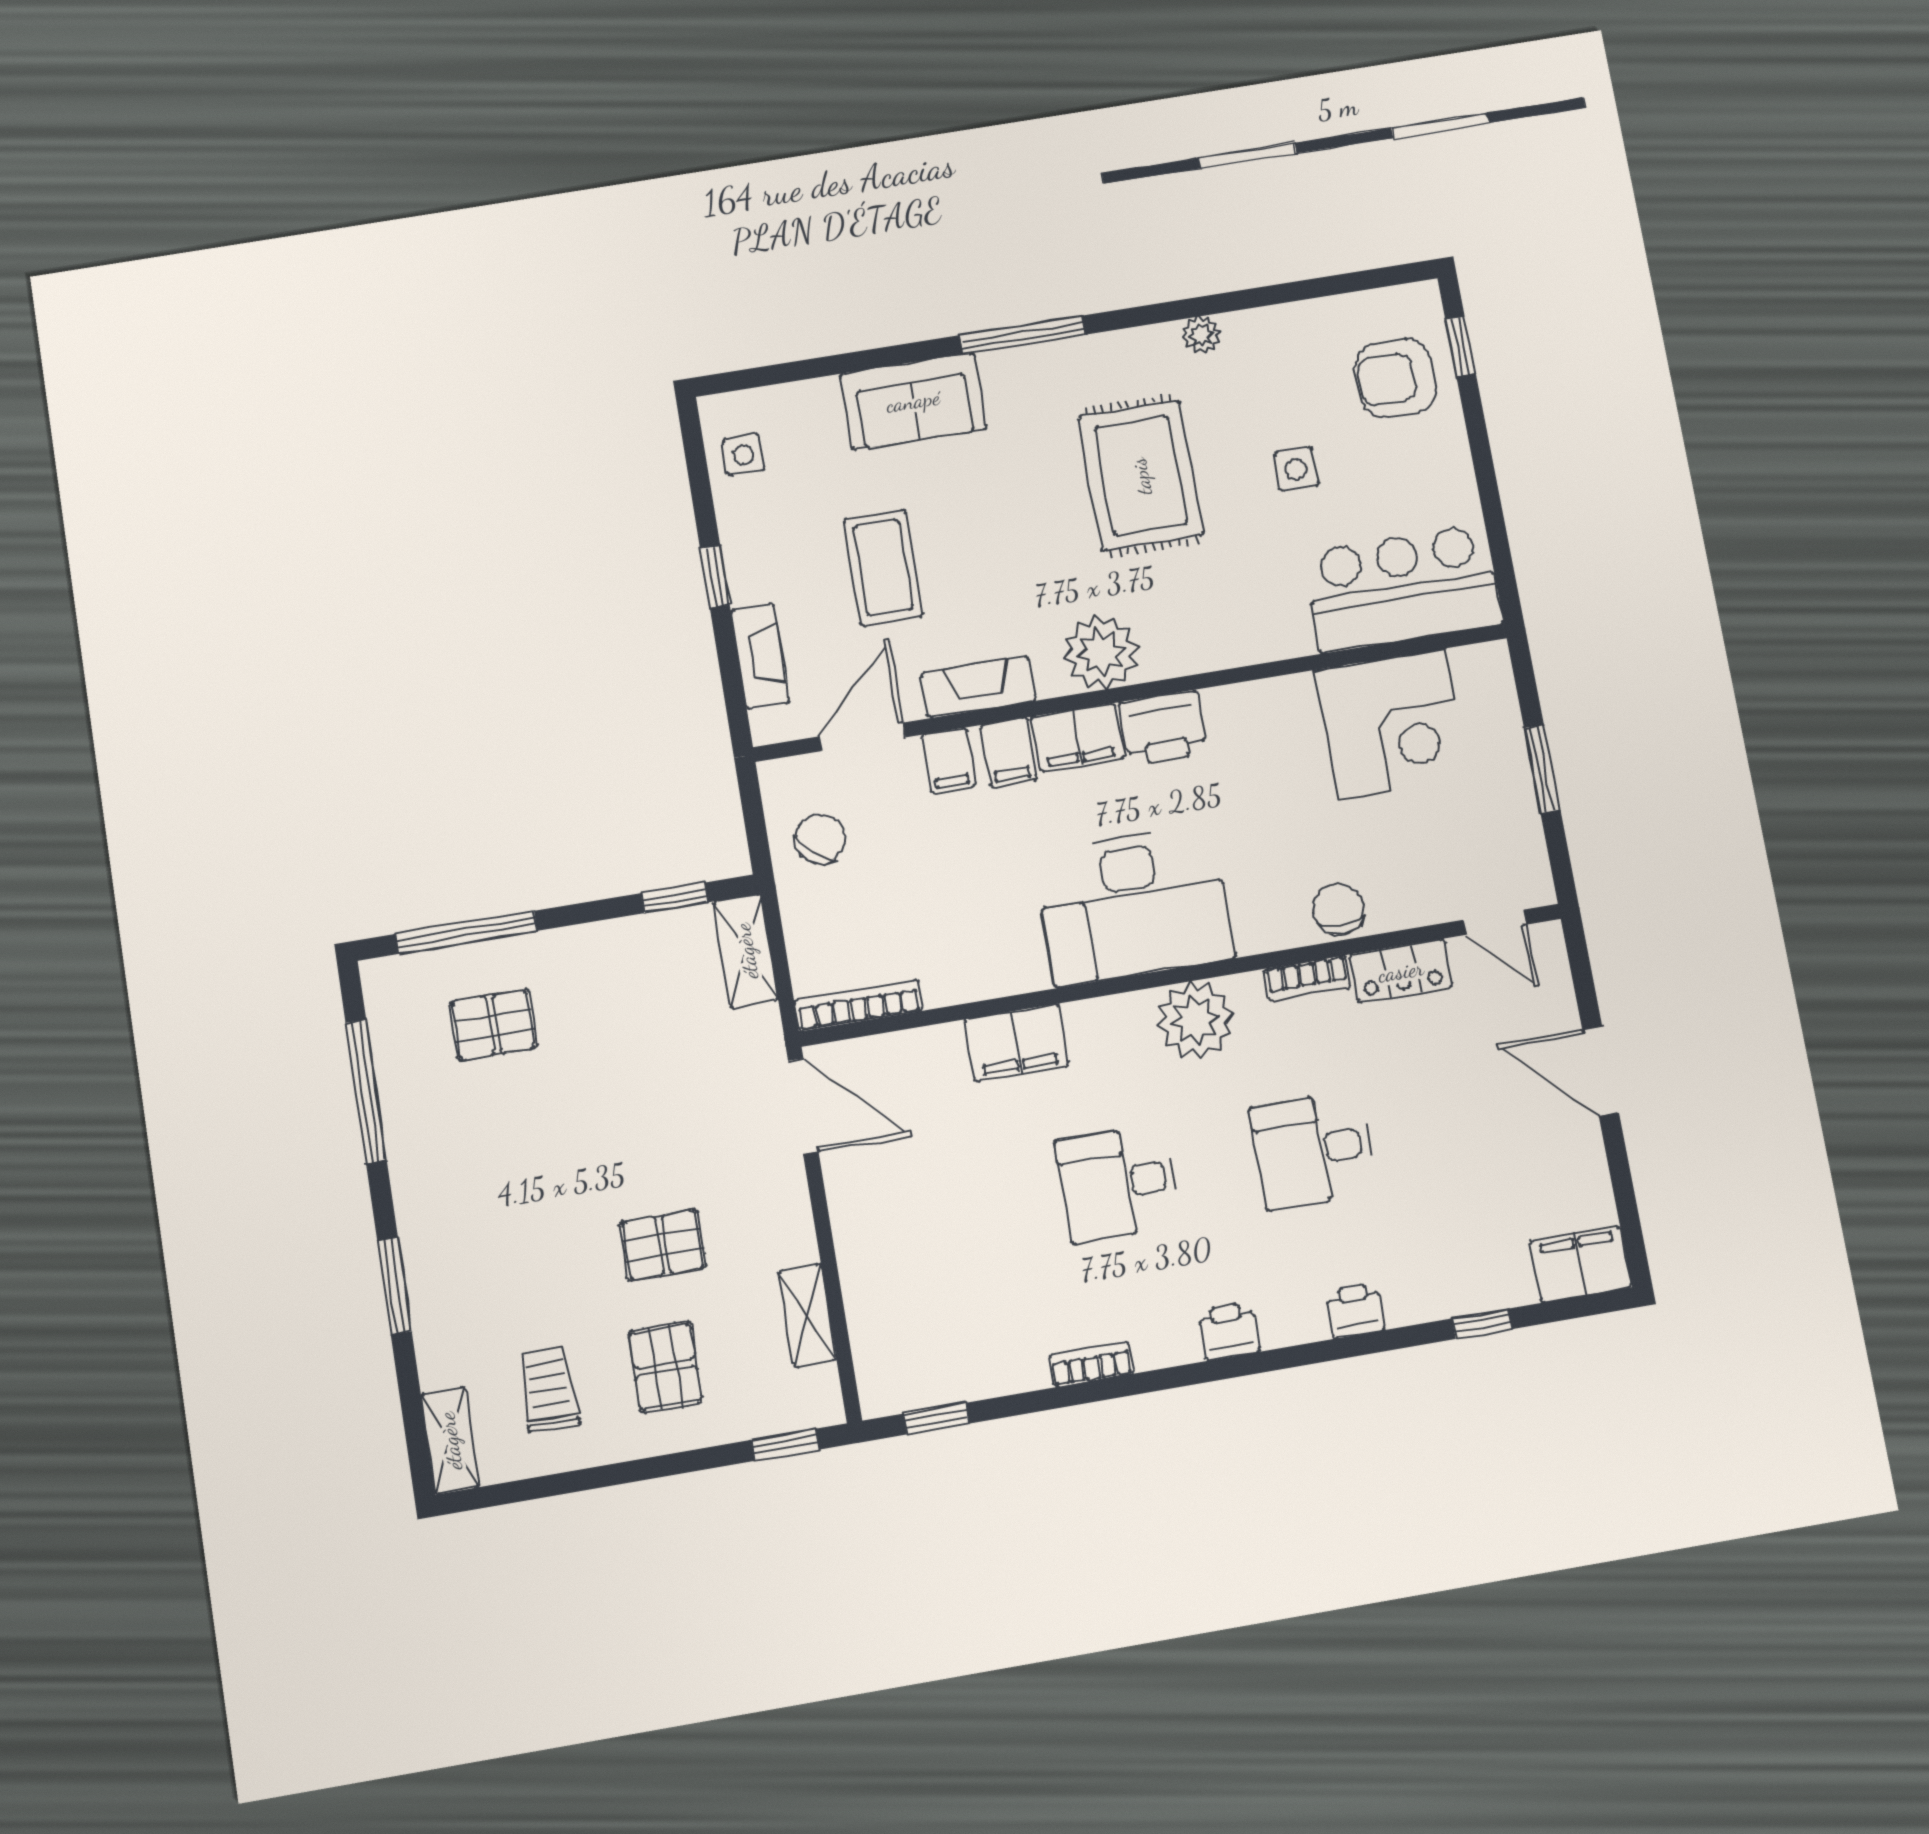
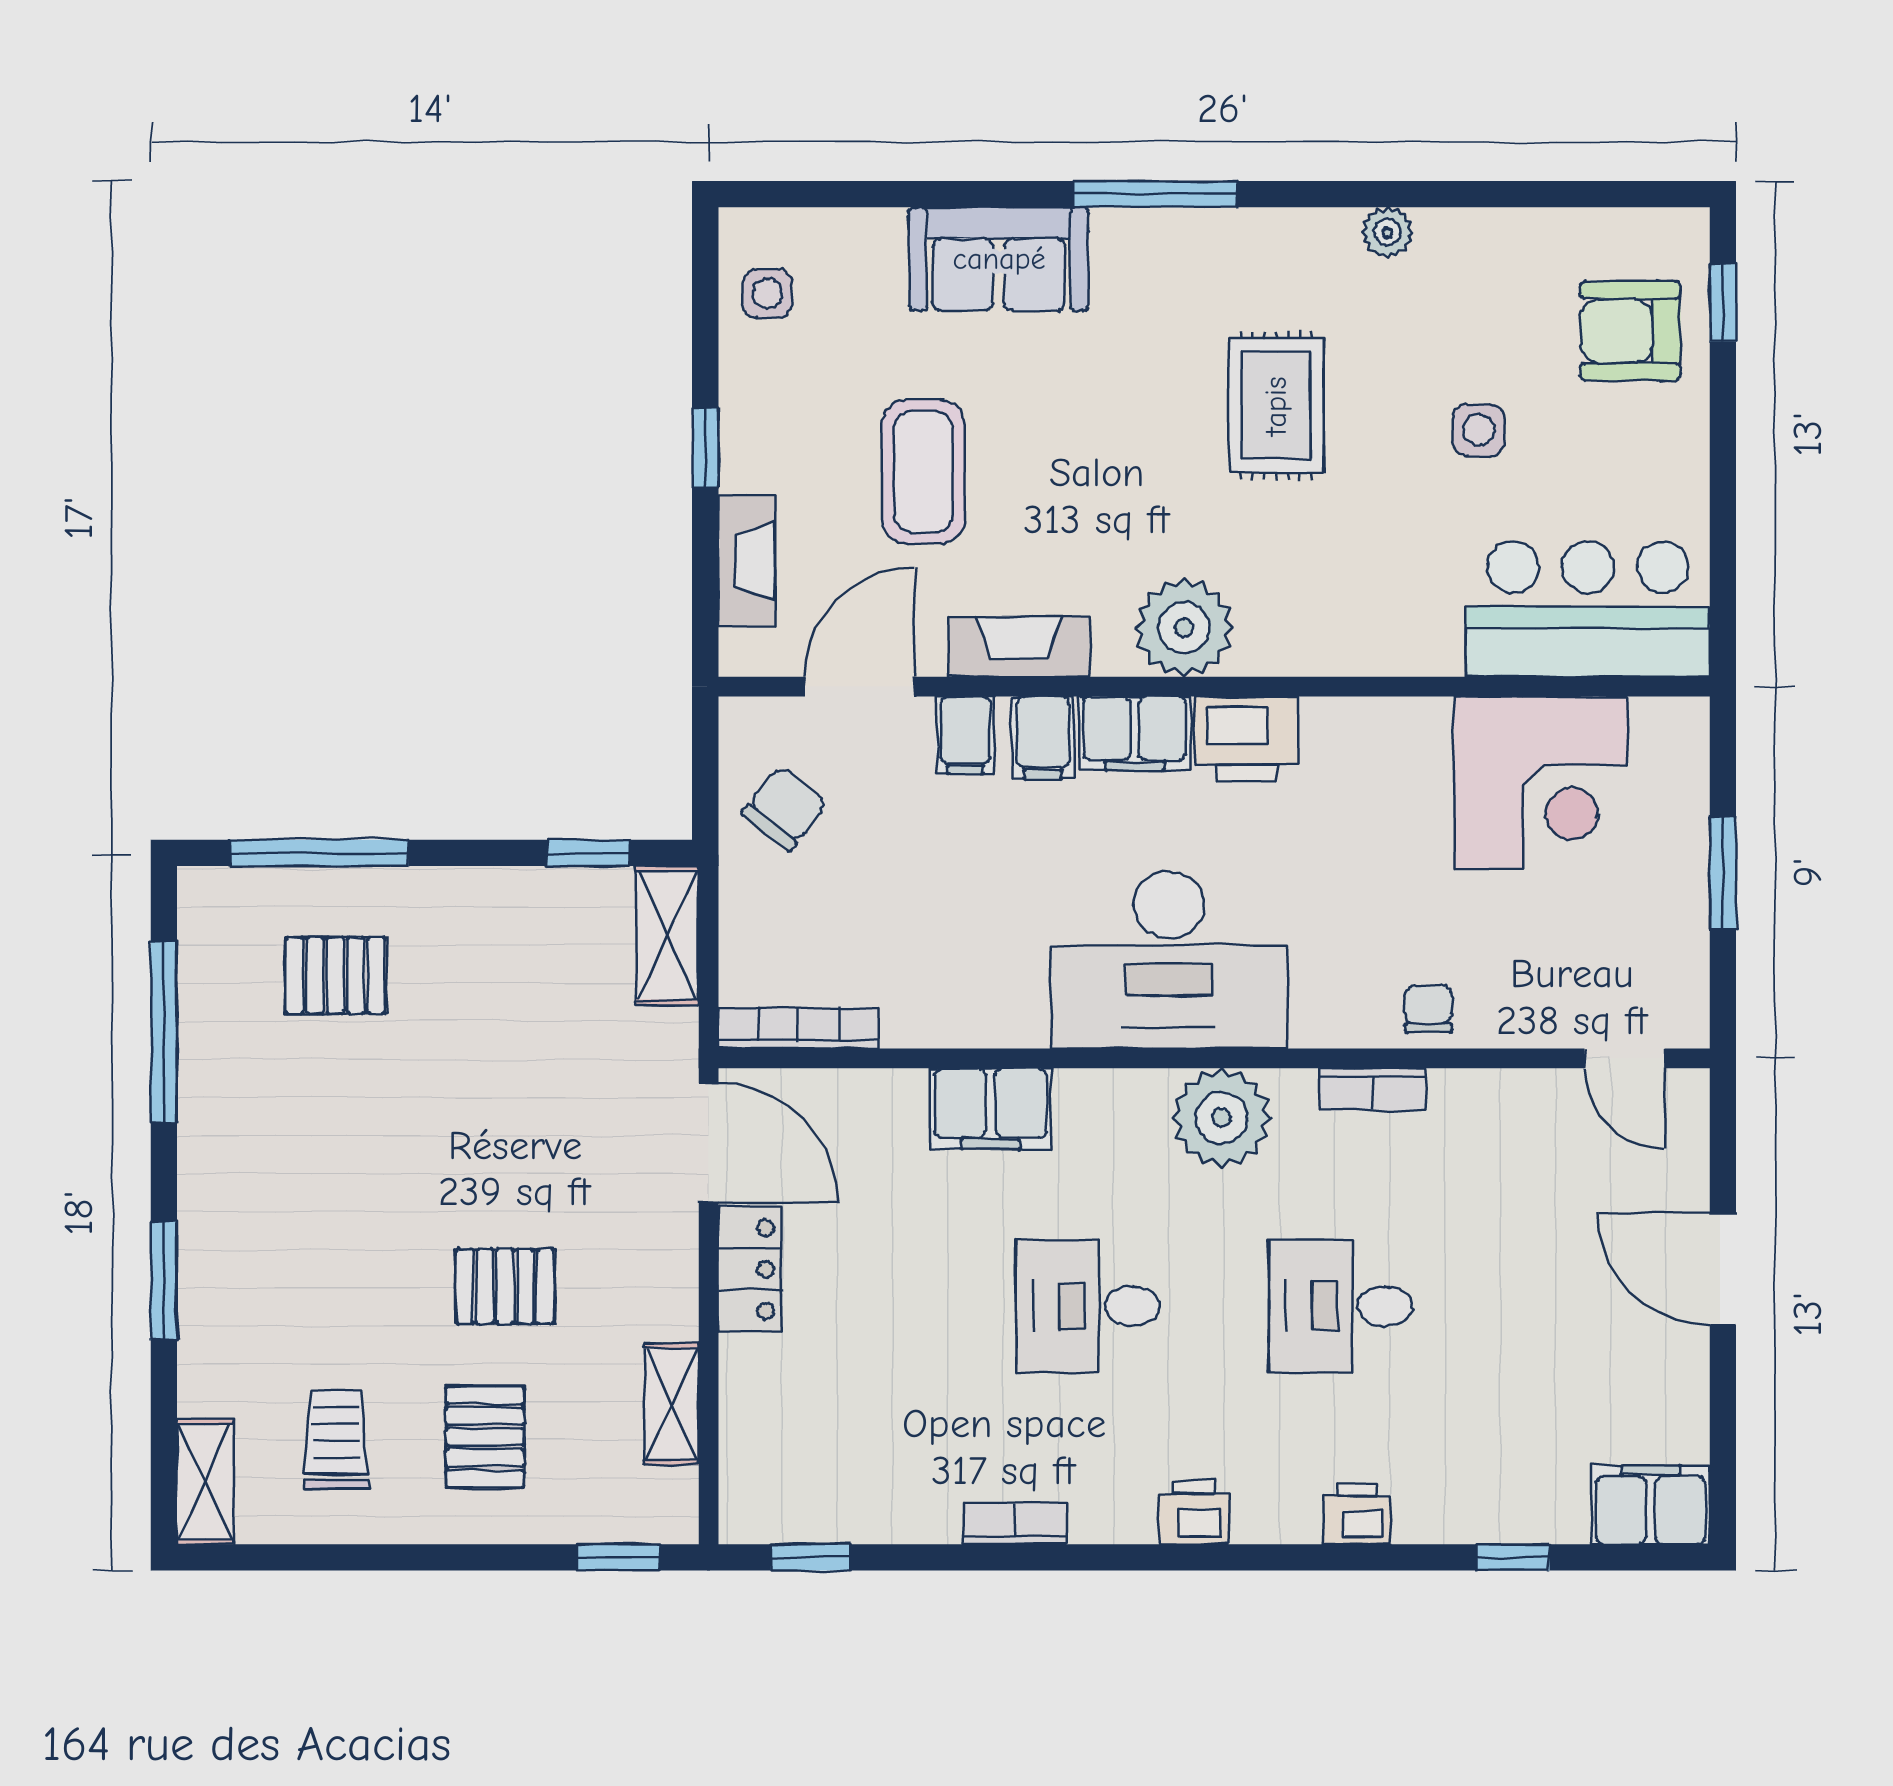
rug: (1141, 476) -> (1276, 406), width x0.73, depth x0.70
chair: (1338, 910) -> (1428, 1009), width x0.73, depth x0.73
locker: (1401, 971) -> (750, 1269), moved, turned -90

